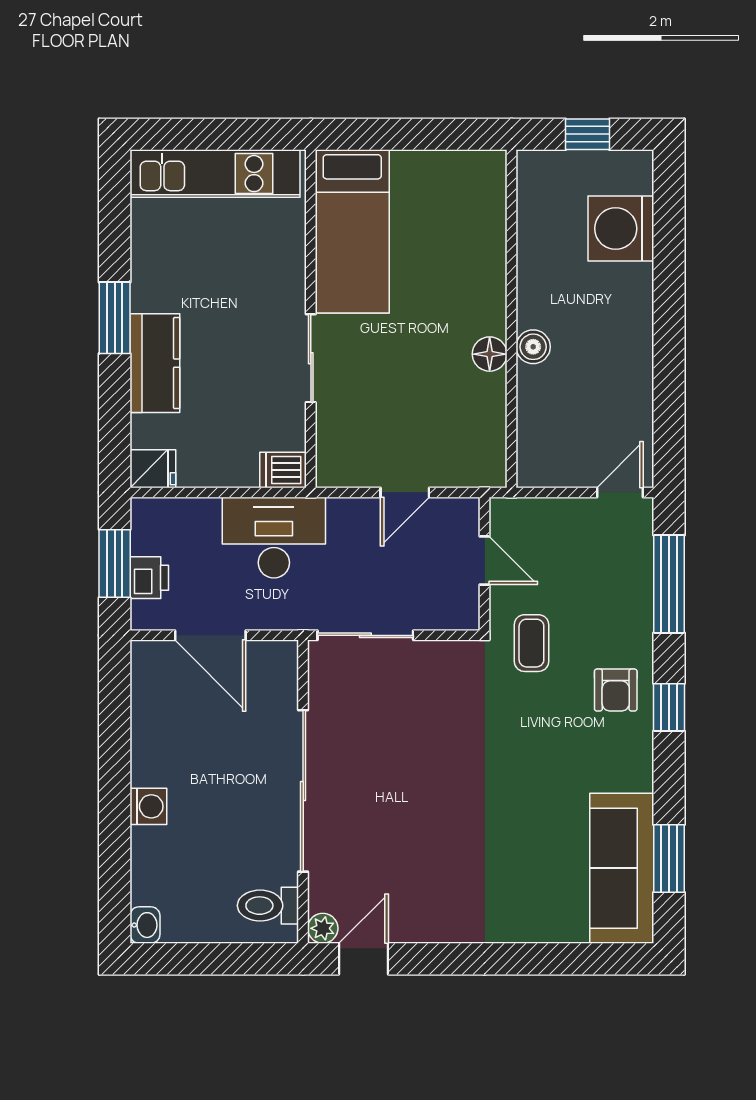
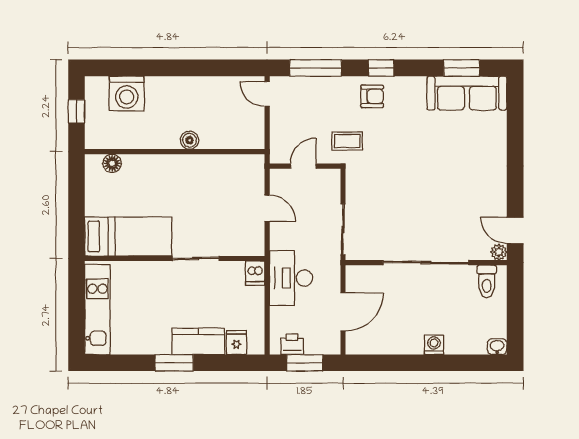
floor lamp: (490, 354) -> (112, 163), moved
fridge: (153, 469) -> (236, 342), moved
printer: (149, 578) -> (292, 344), moved

